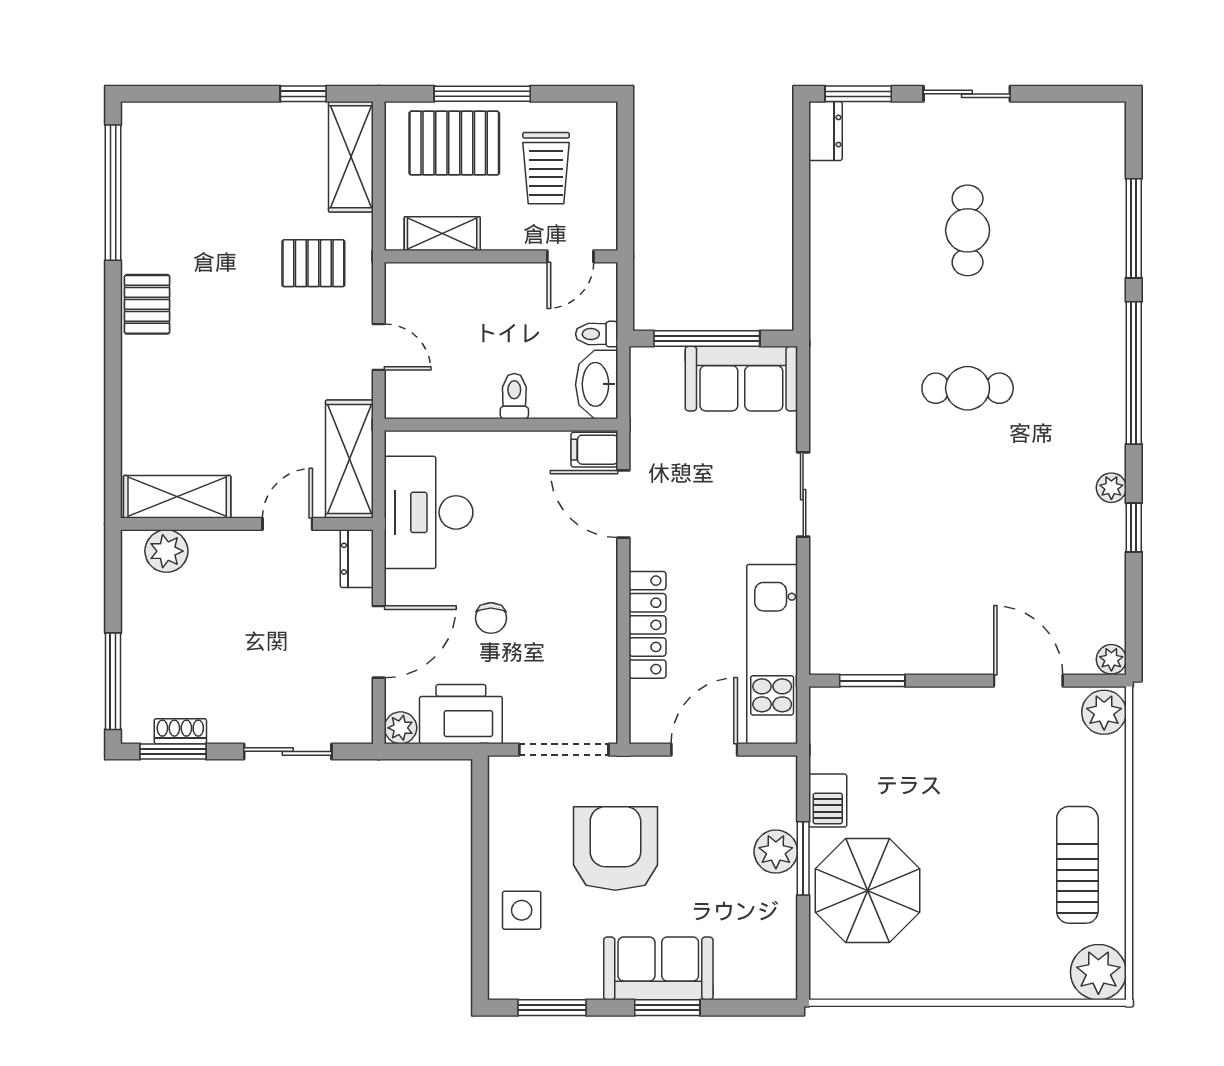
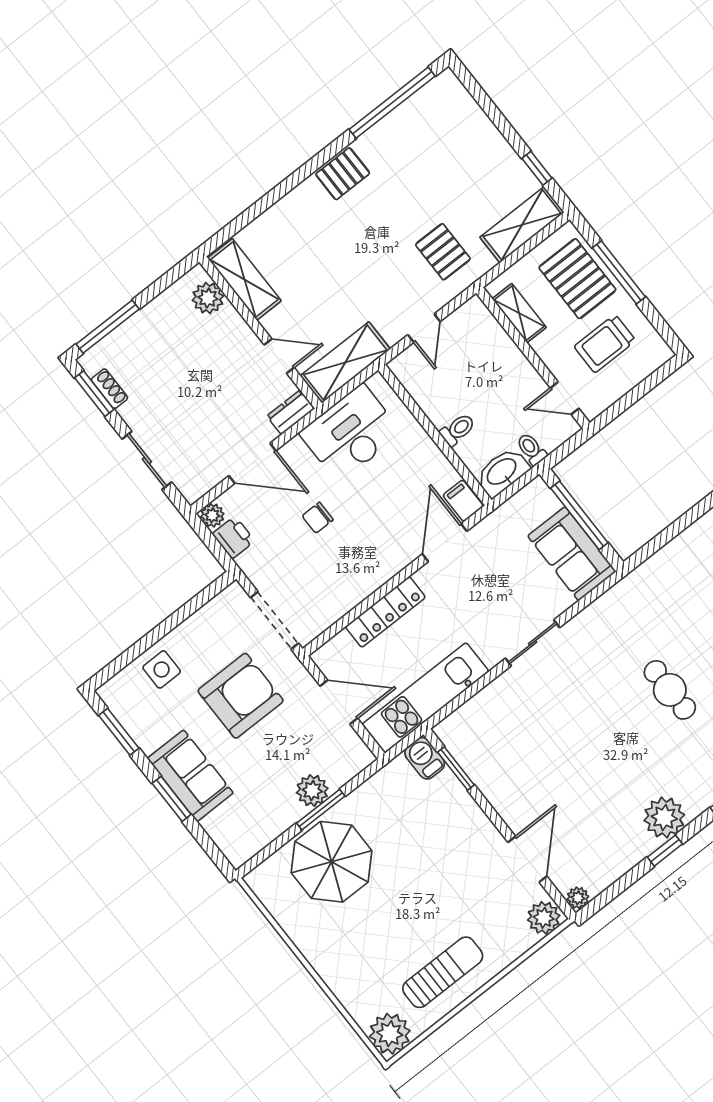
plant: (1111, 488) -> (664, 818), width x1.88, depth x1.88
printer: (461, 714) -> (234, 537), width x0.53, depth x0.68
barbecue: (828, 801) -> (425, 758), moved, turned 90

